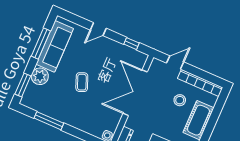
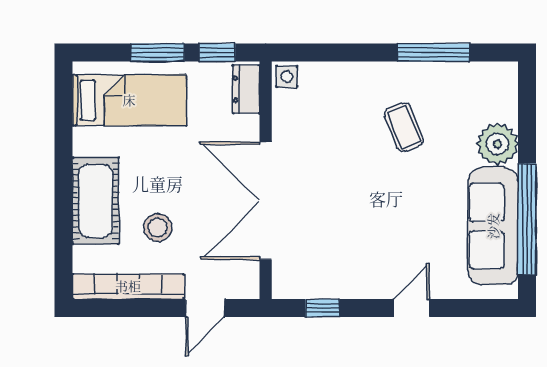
window: (41, 44) -> (527, 219), width x1.46
coffee table: (82, 82) -> (404, 127), moved
window: (23, 85) -> (527, 108), removed
double door: (135, 93) -> (266, 201), swing flipped

